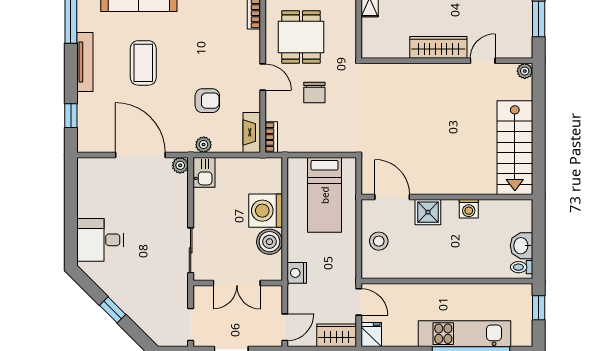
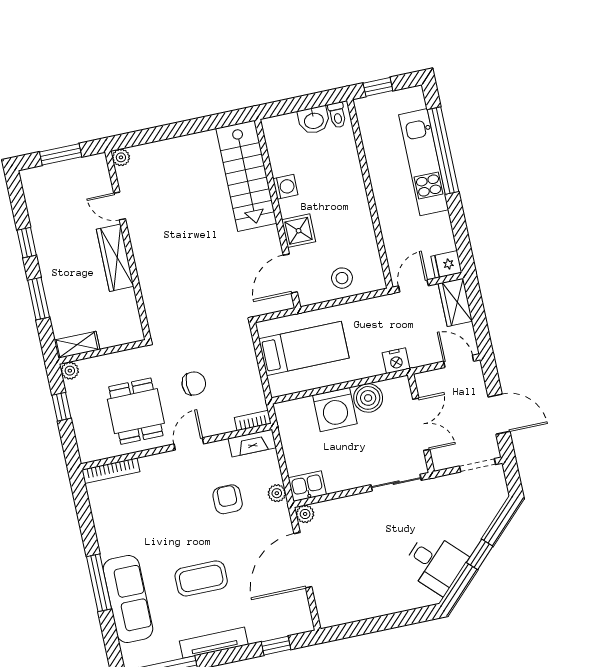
dining table: (301, 37) -> (136, 411), turned 90
stairs: (515, 148) -> (246, 176), moved, turned 90
desk: (100, 240) -> (435, 563), moved, turned -45

